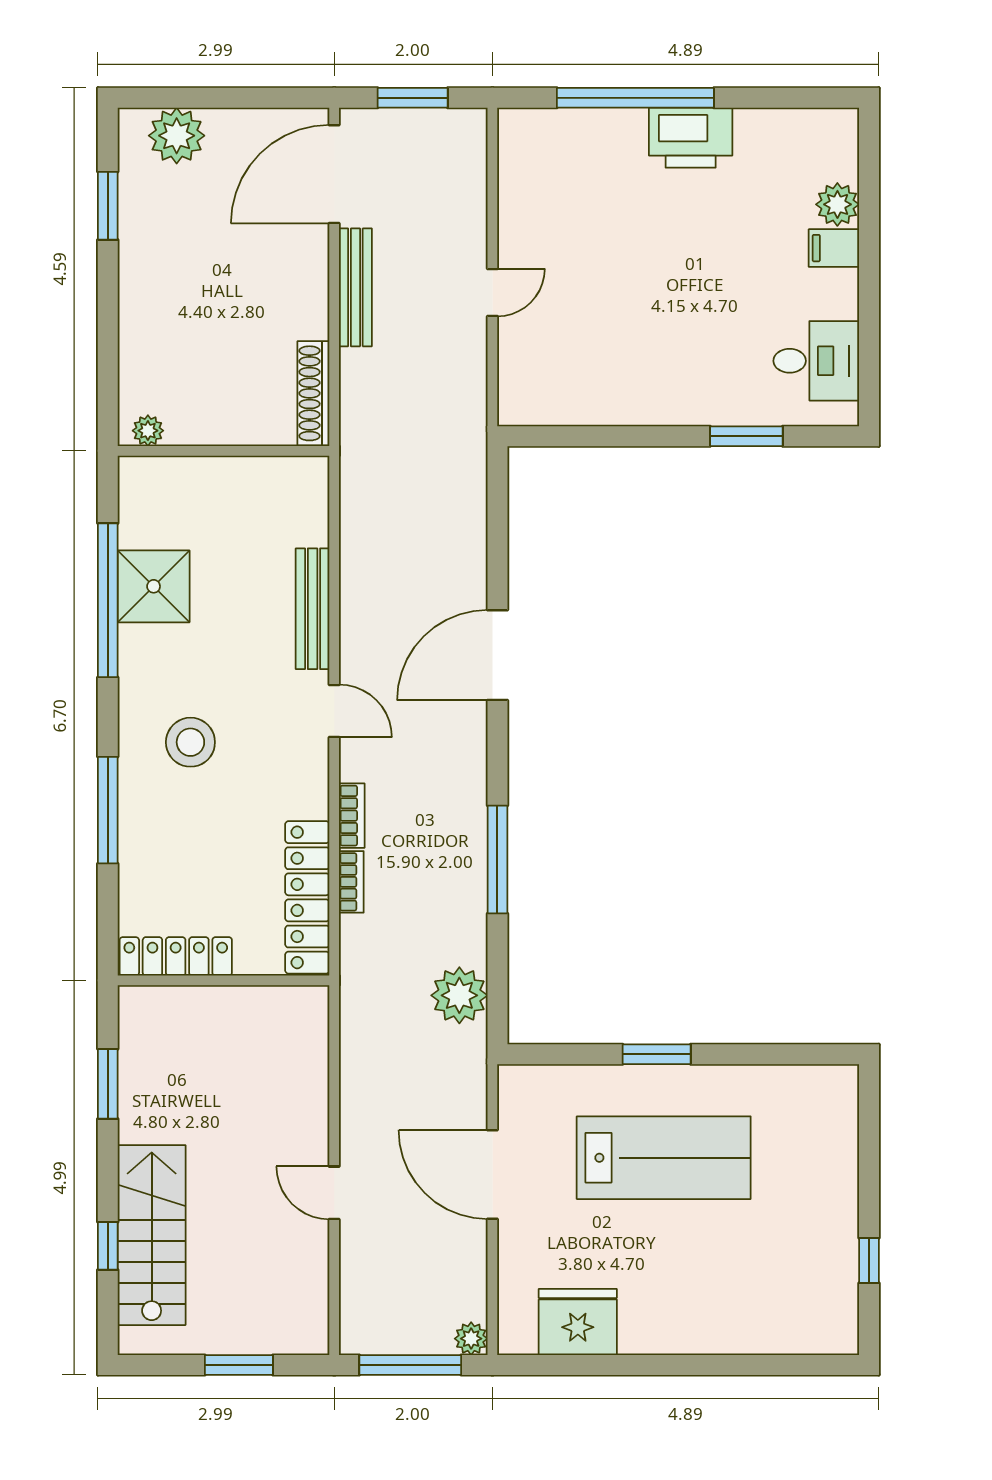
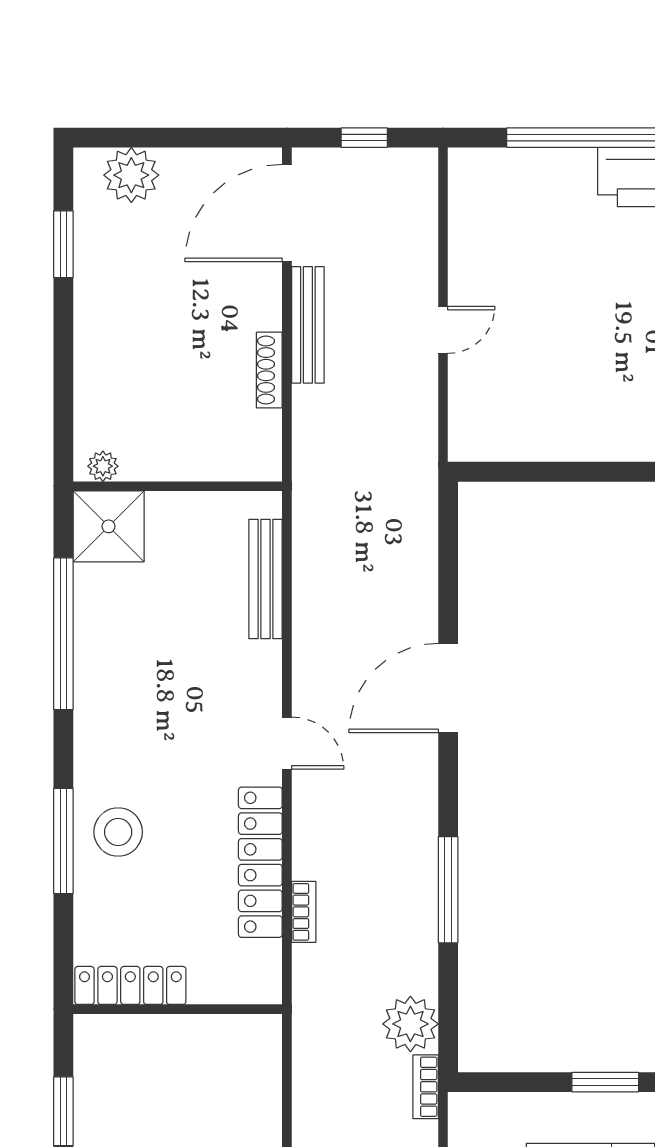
window: (413, 98) -> (364, 138), width x0.67
shoe rack: (313, 393) -> (269, 370), moved, width x0.74, depth x0.81
shower: (154, 586) -> (109, 526), moved
bench: (313, 609) -> (266, 579), moved
stool: (190, 742) -> (118, 832), moved
bookcase: (352, 816) -> (426, 1087), moved, turned 180
locker: (307, 897) -> (260, 862), moved

